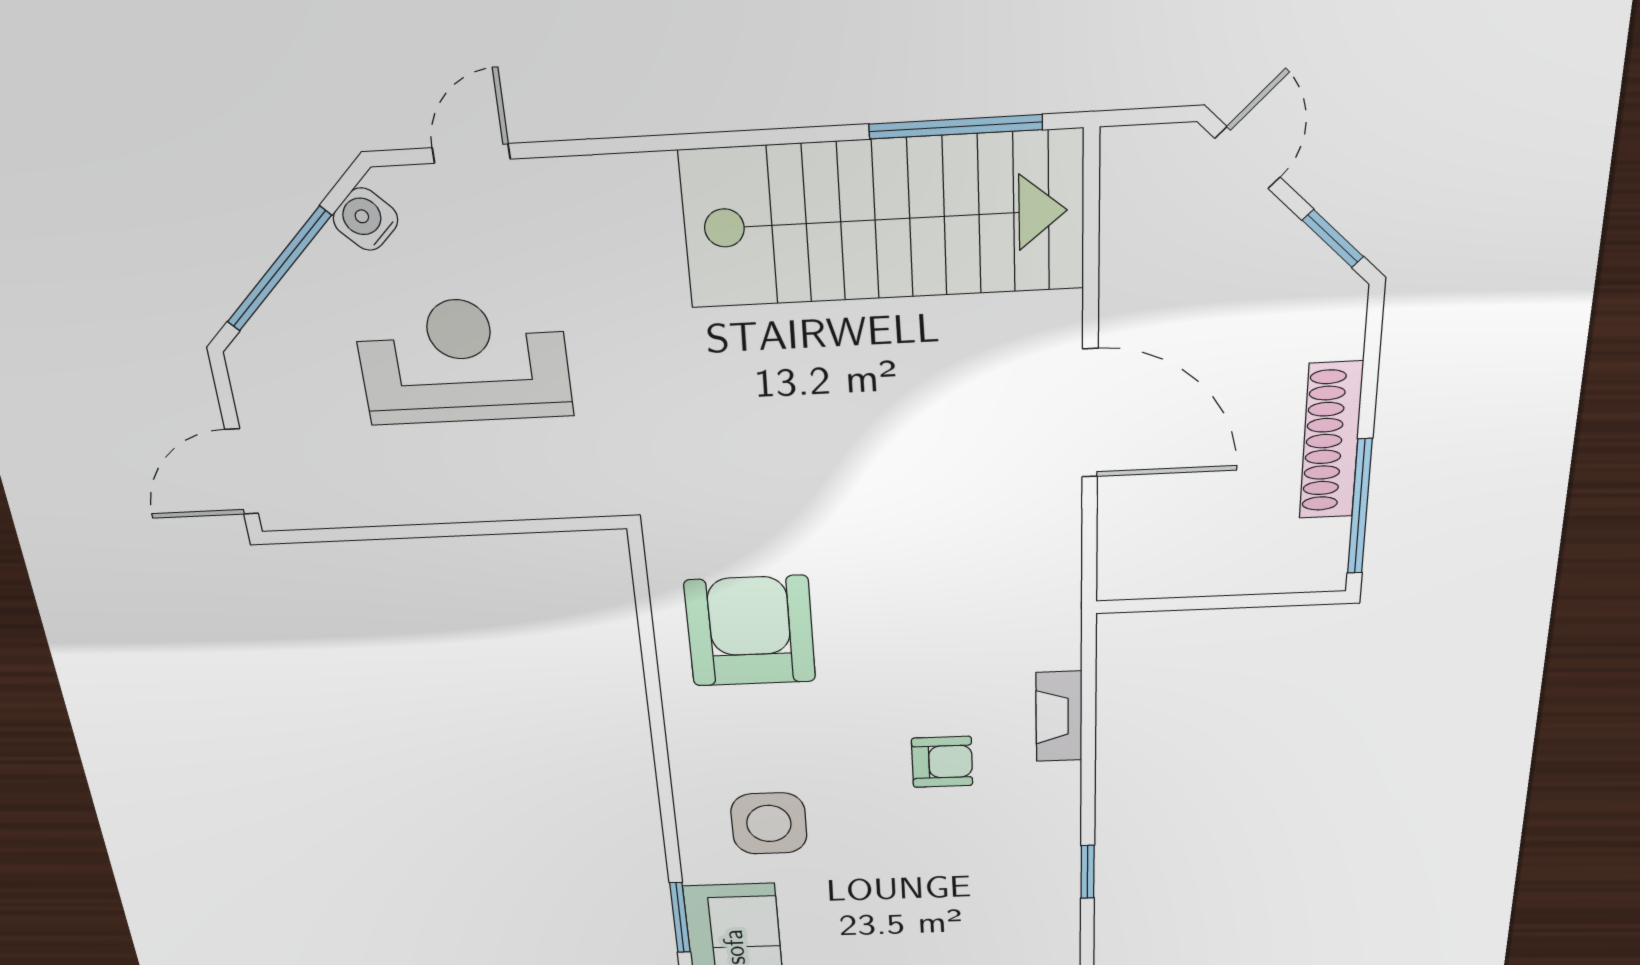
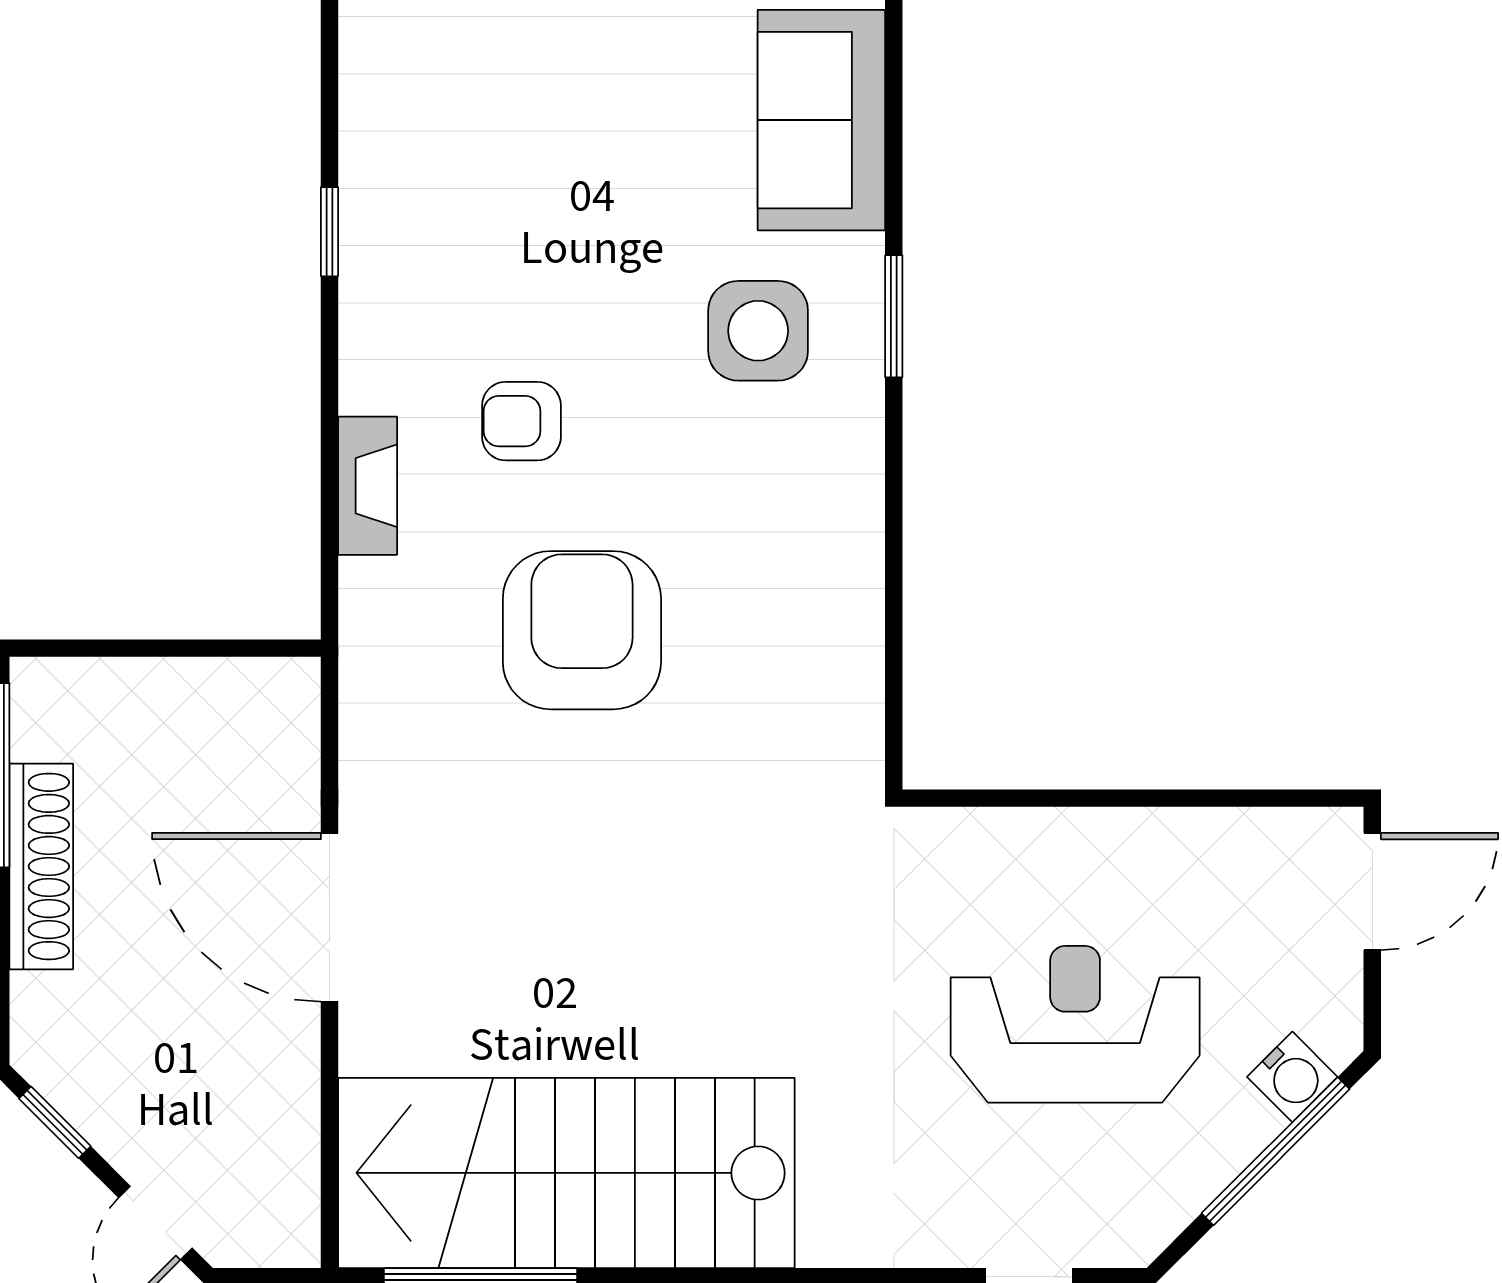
water cooler: (365, 219) -> (1292, 1077), moved
reception desk: (463, 361) -> (1075, 1024), turned 180
armchair: (750, 631) -> (582, 630), moved, turned 180
window: (680, 918) -> (894, 316), moved

